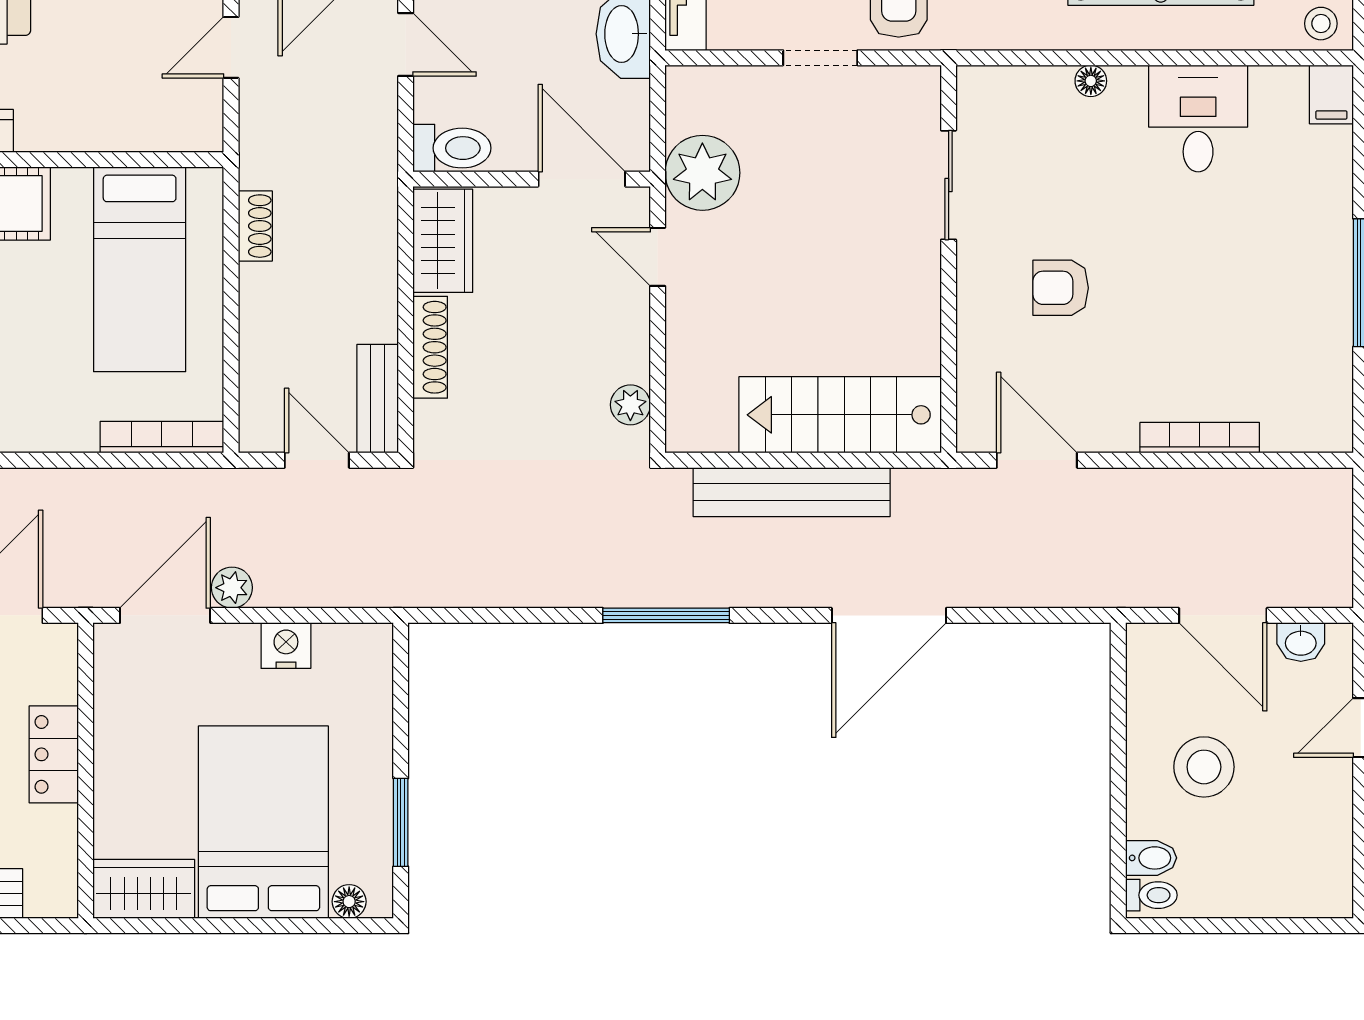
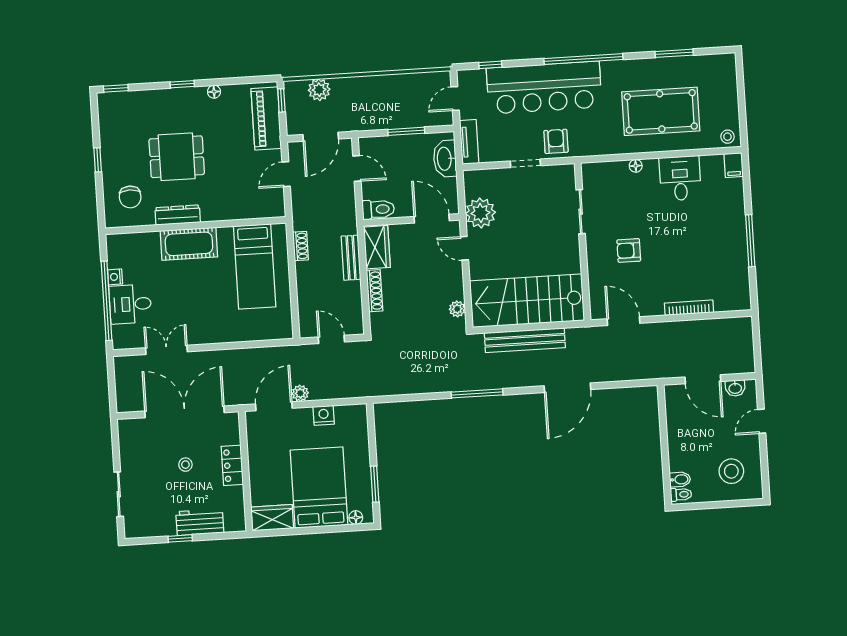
bench: (378, 399) -> (351, 258), moved
stairs: (840, 415) -> (527, 301), width x1.36, depth x1.51
bookcase: (162, 437) -> (268, 334), removed
stool: (1204, 767) -> (731, 471), moved

